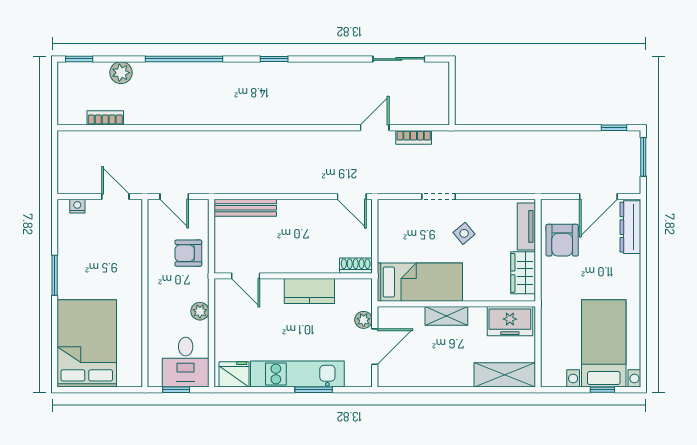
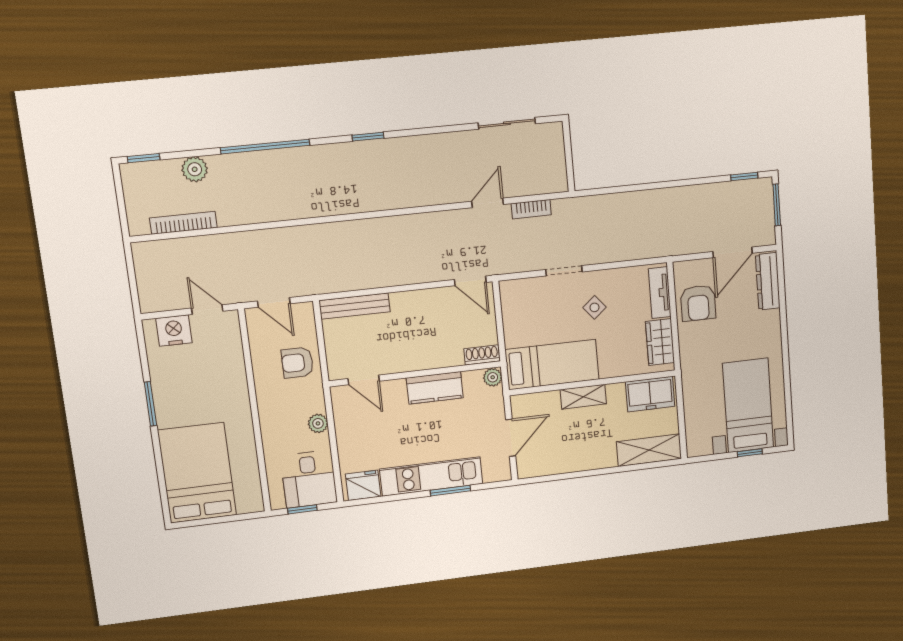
bookcase: (105, 118) -> (183, 223), width x1.56
nightstand: (77, 206) -> (174, 331), width x1.89, depth x1.79
plant: (364, 320) -> (493, 377), moved

